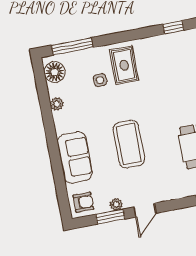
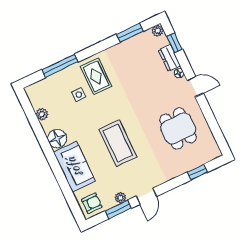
window: (173, 27) -> (130, 33), width x1.50
window: (72, 46) -> (60, 66), moved
floor lamp: (55, 72) -> (57, 139), moved
plant: (57, 104) -> (42, 114), moved

